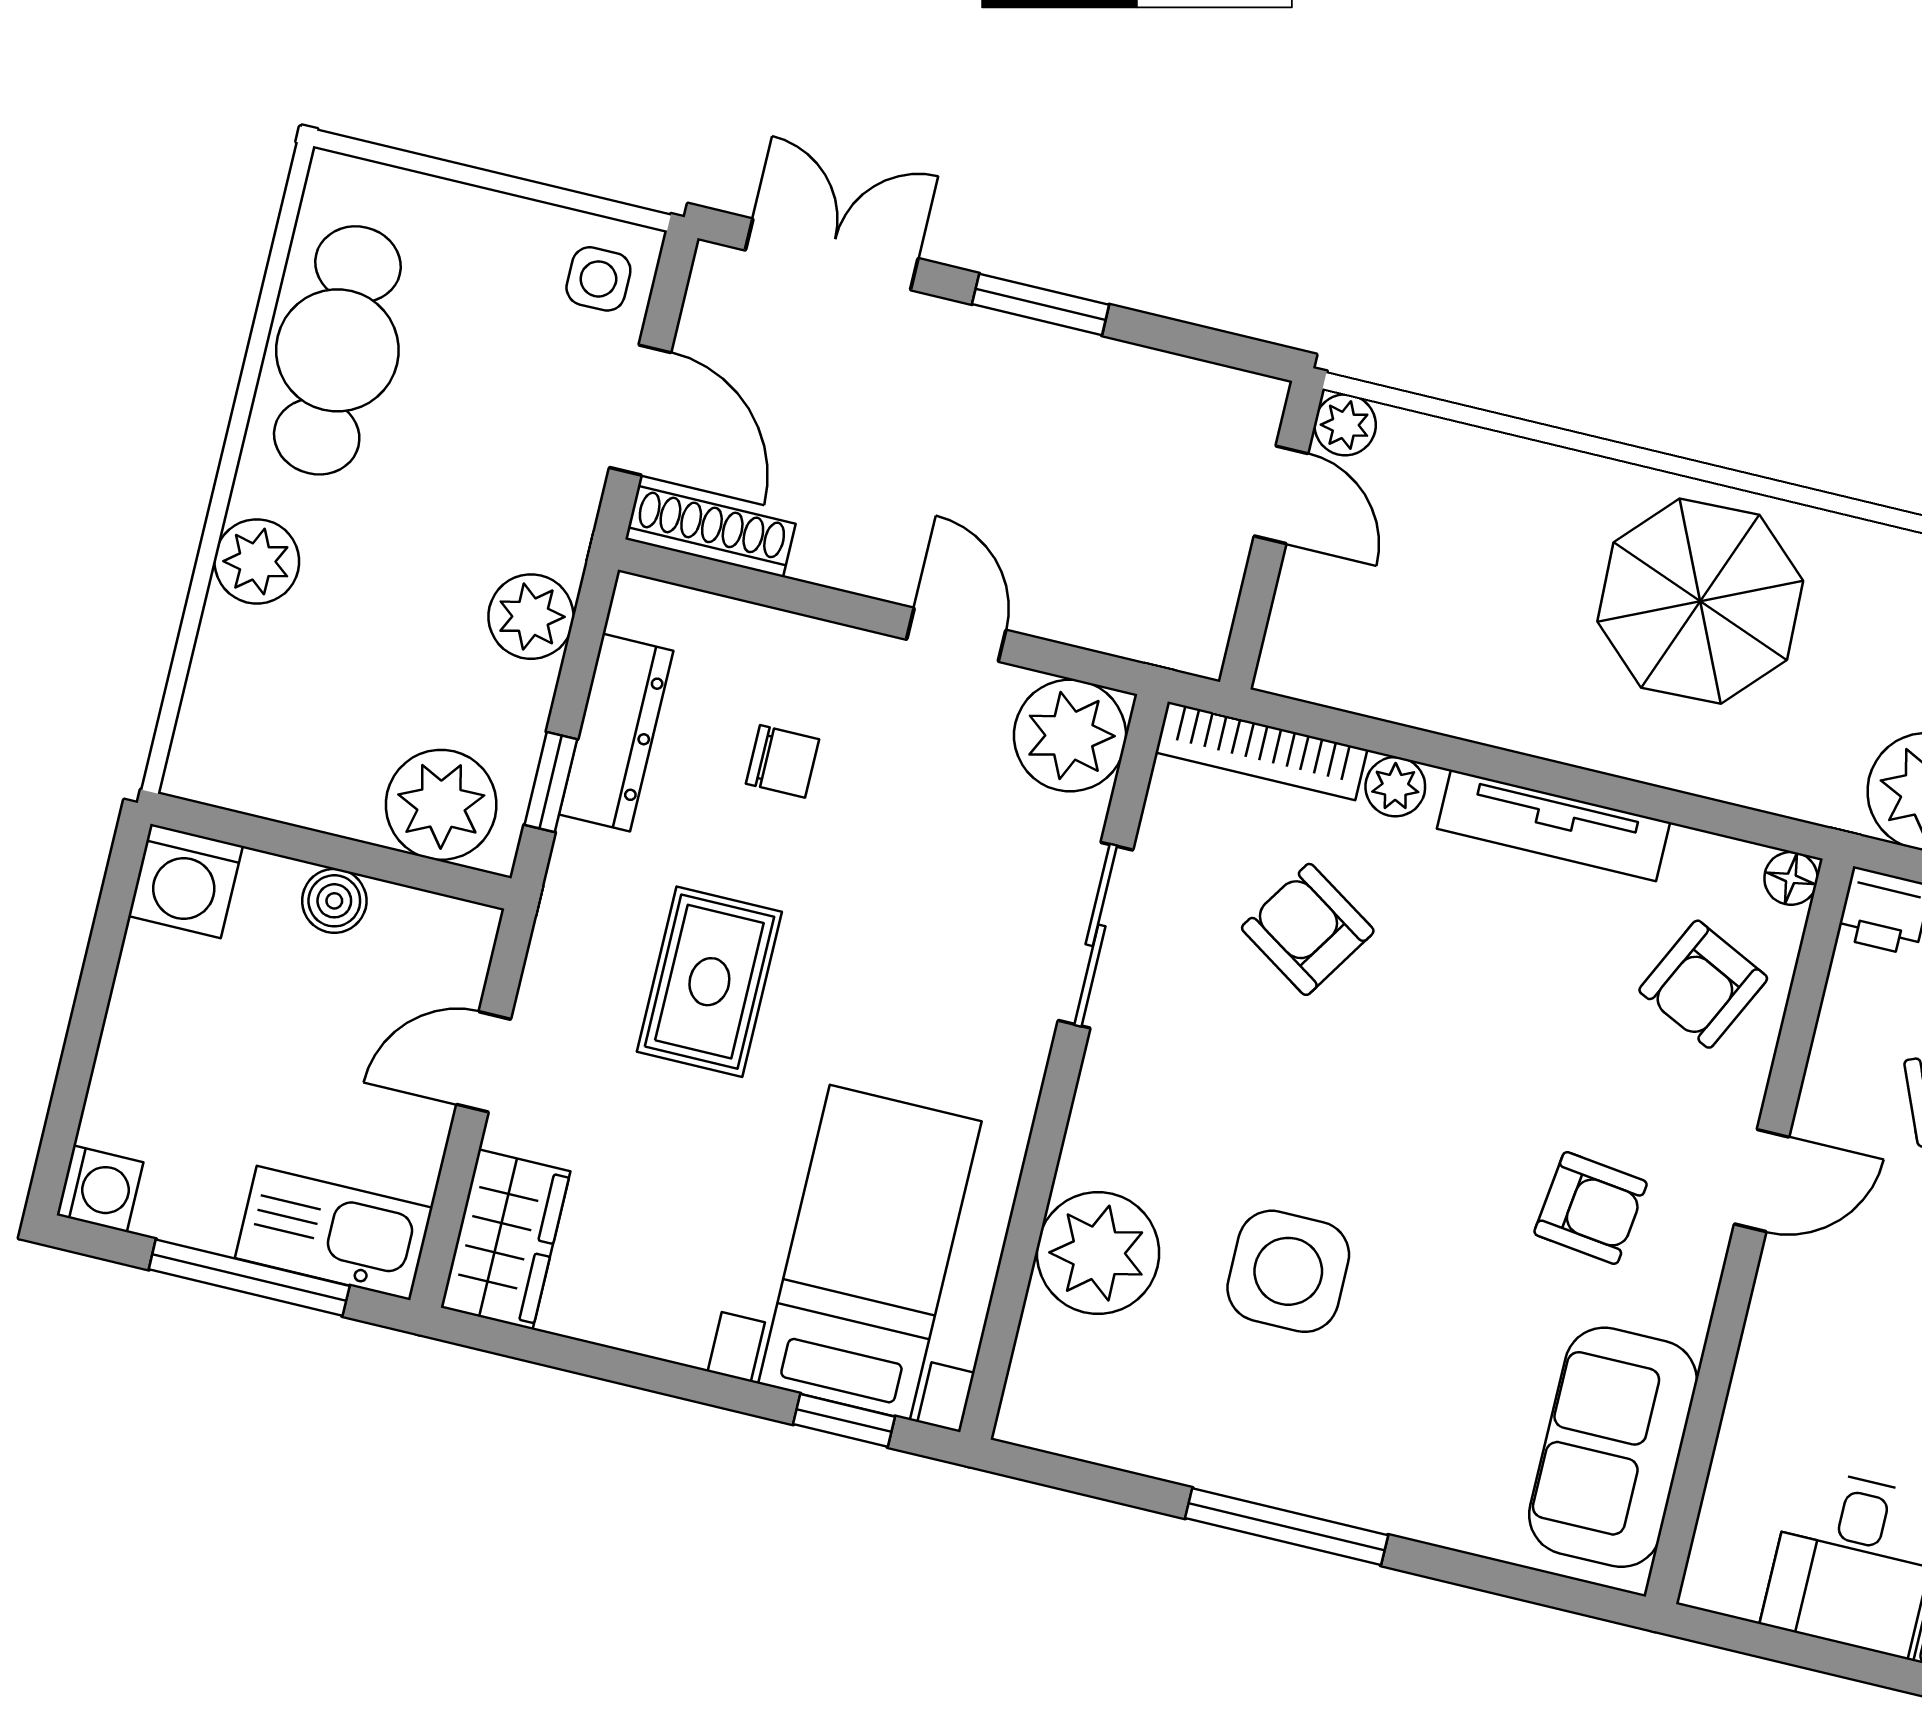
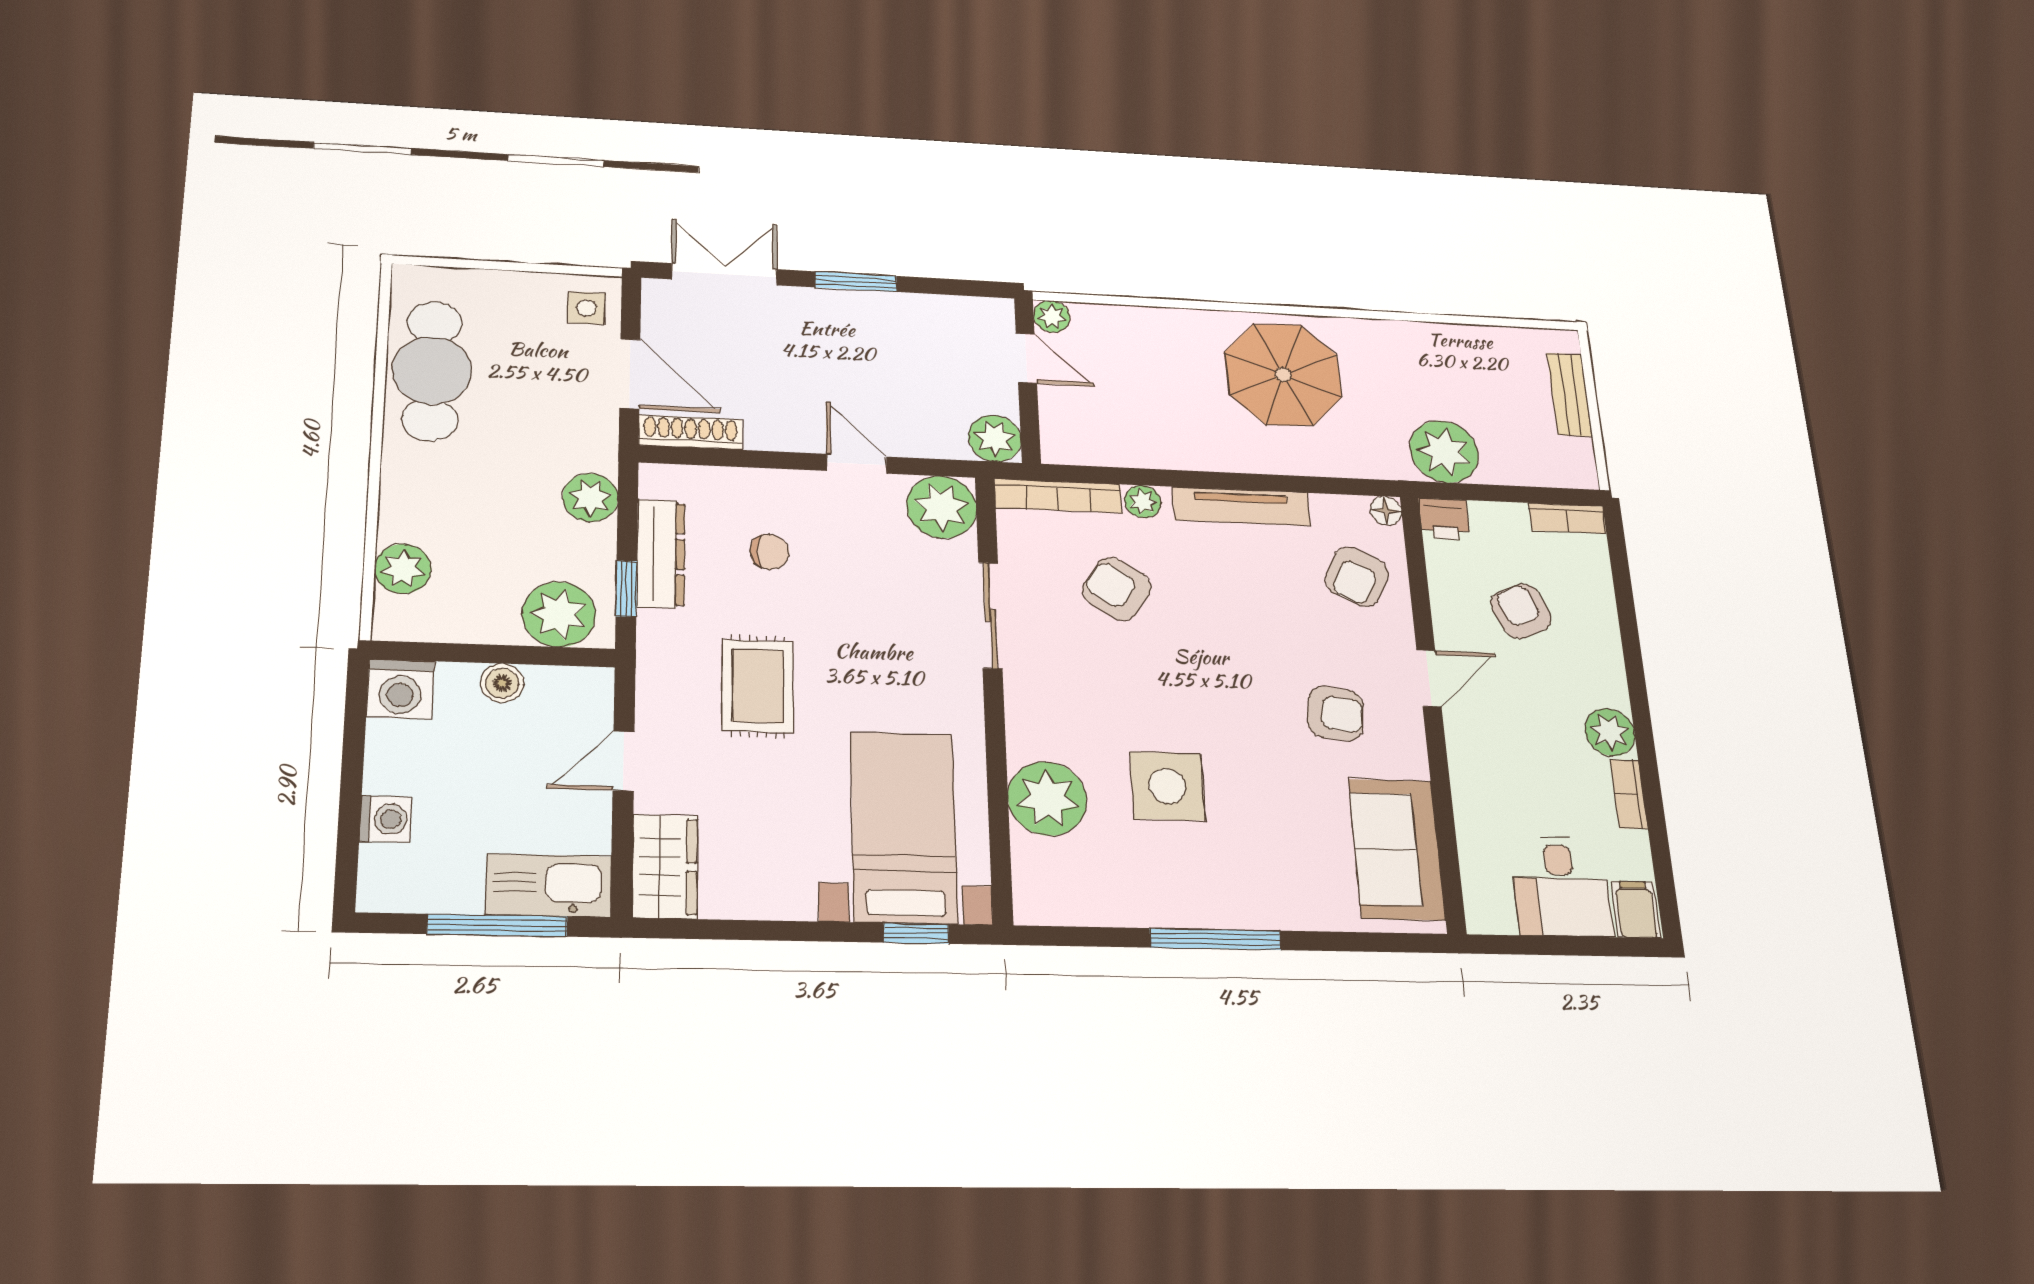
plant: (257, 561) -> (403, 569), moved
plant: (1188, 630) -> (995, 438), added
washing machine: (100, 1189) -> (386, 819), moved

